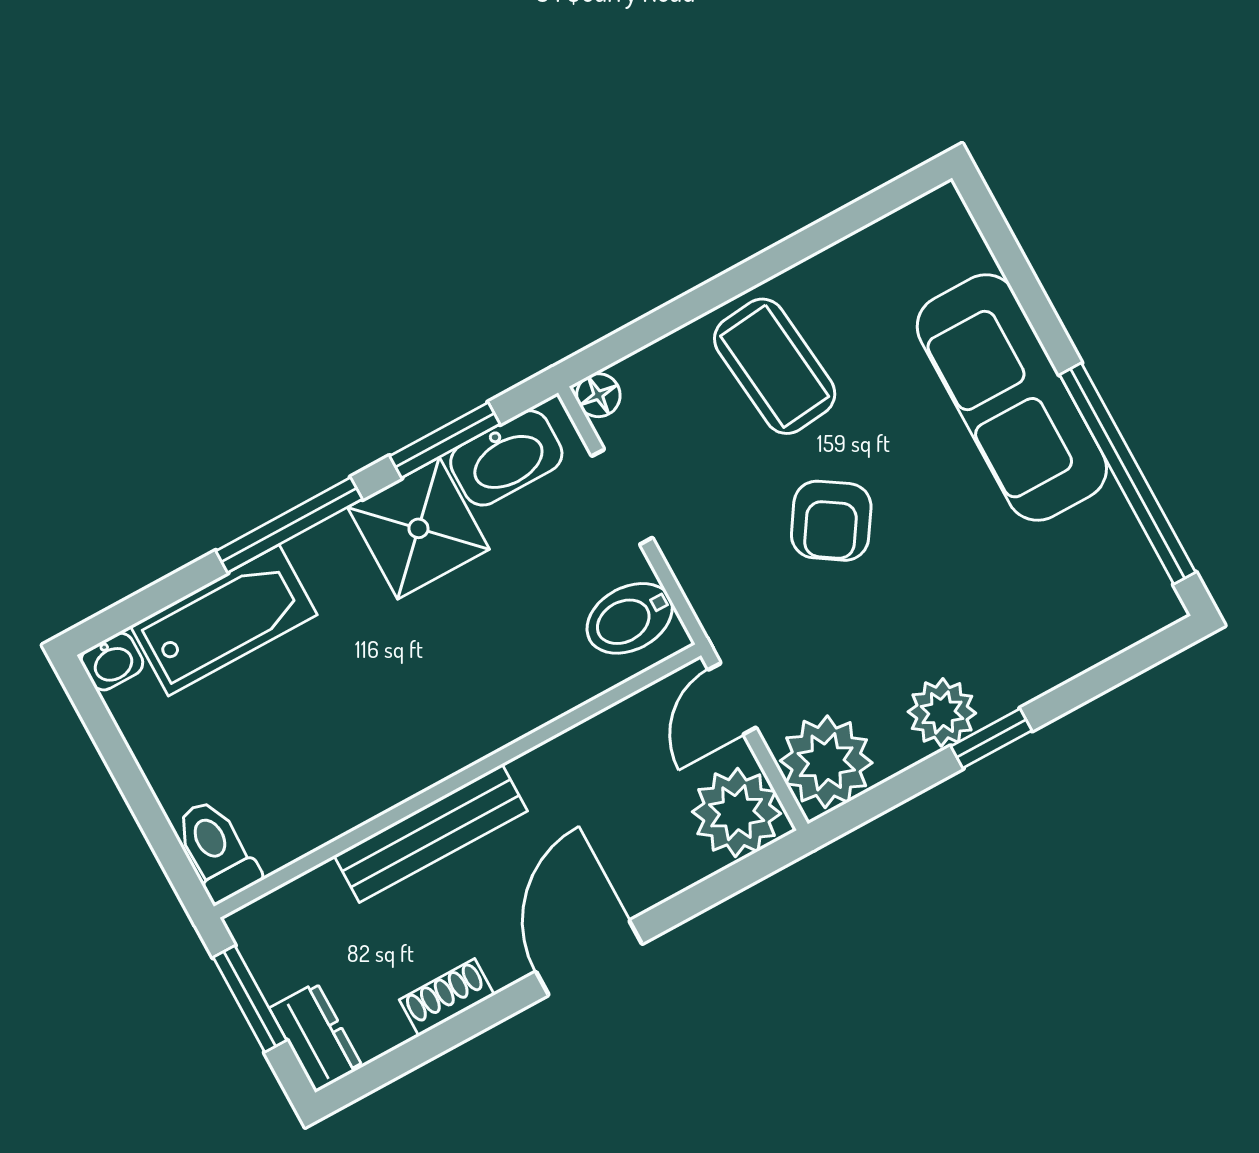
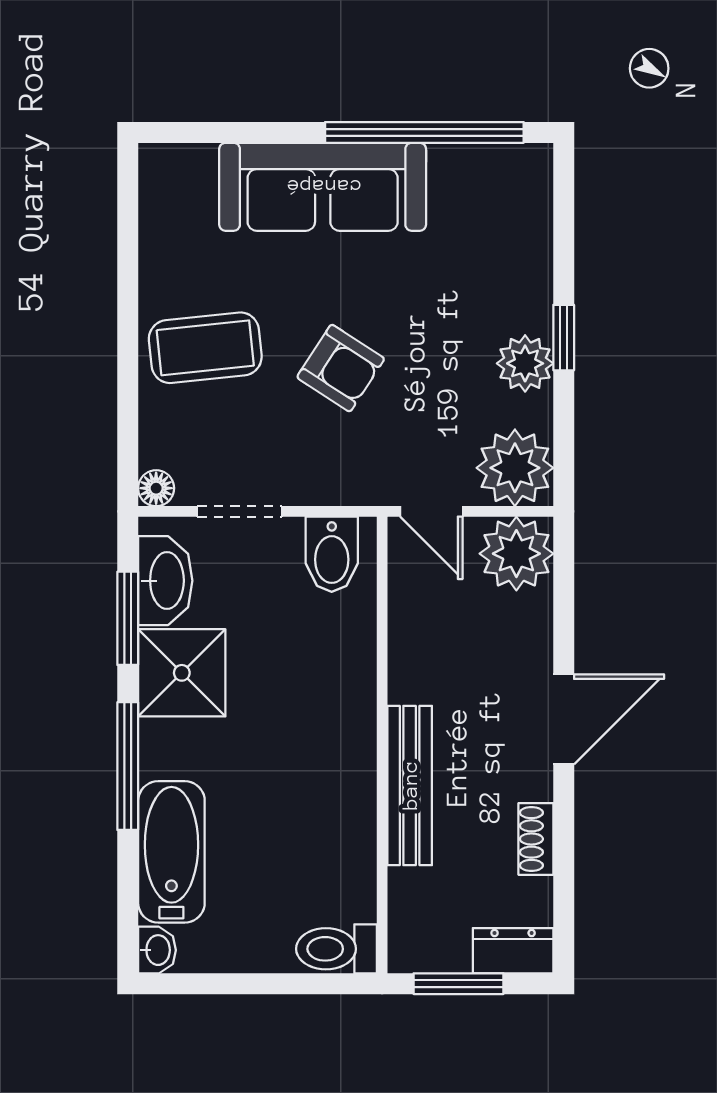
door: (589, 958) -> (564, 719), swing flipped

